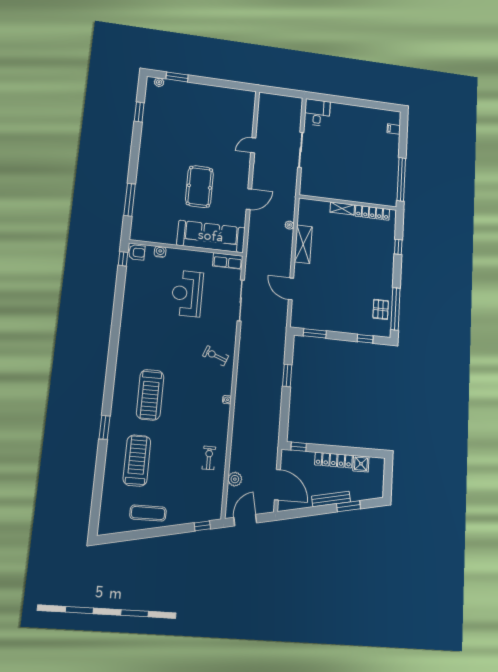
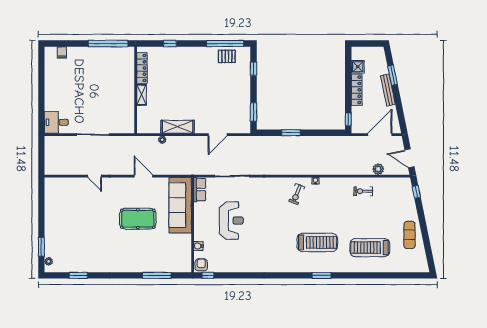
reception desk: (187, 294) -> (231, 221), turned -90
exercise bike: (216, 356) -> (297, 194), moved
window: (105, 427) -> (322, 275), moved

